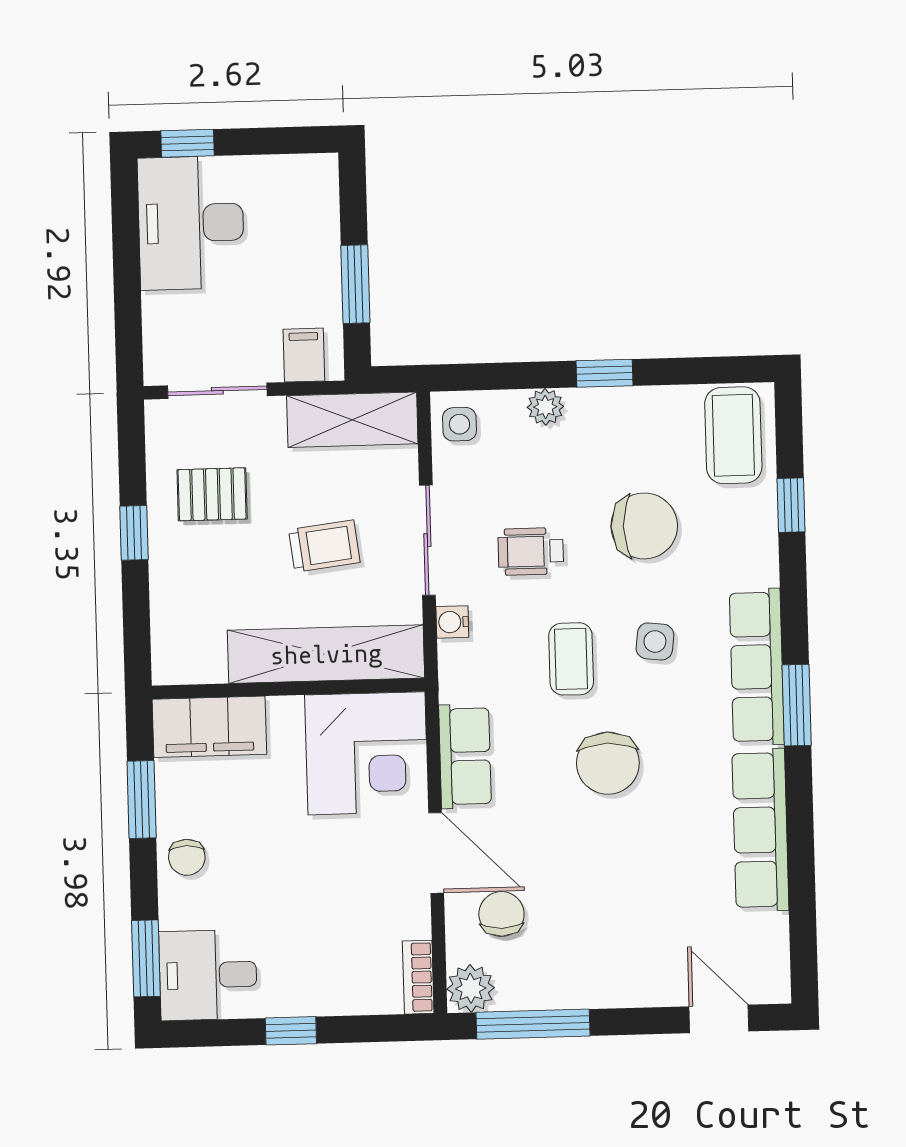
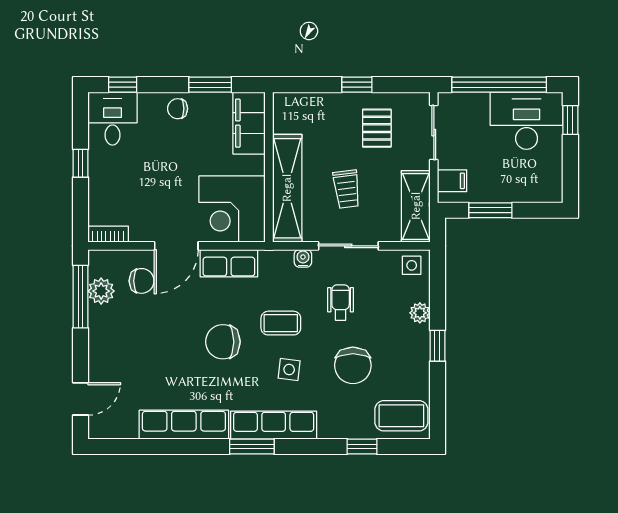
window: (127, 275) -> (499, 85), added
window: (146, 958) -> (123, 85), width x0.67
plant: (471, 988) -> (101, 291), moved

